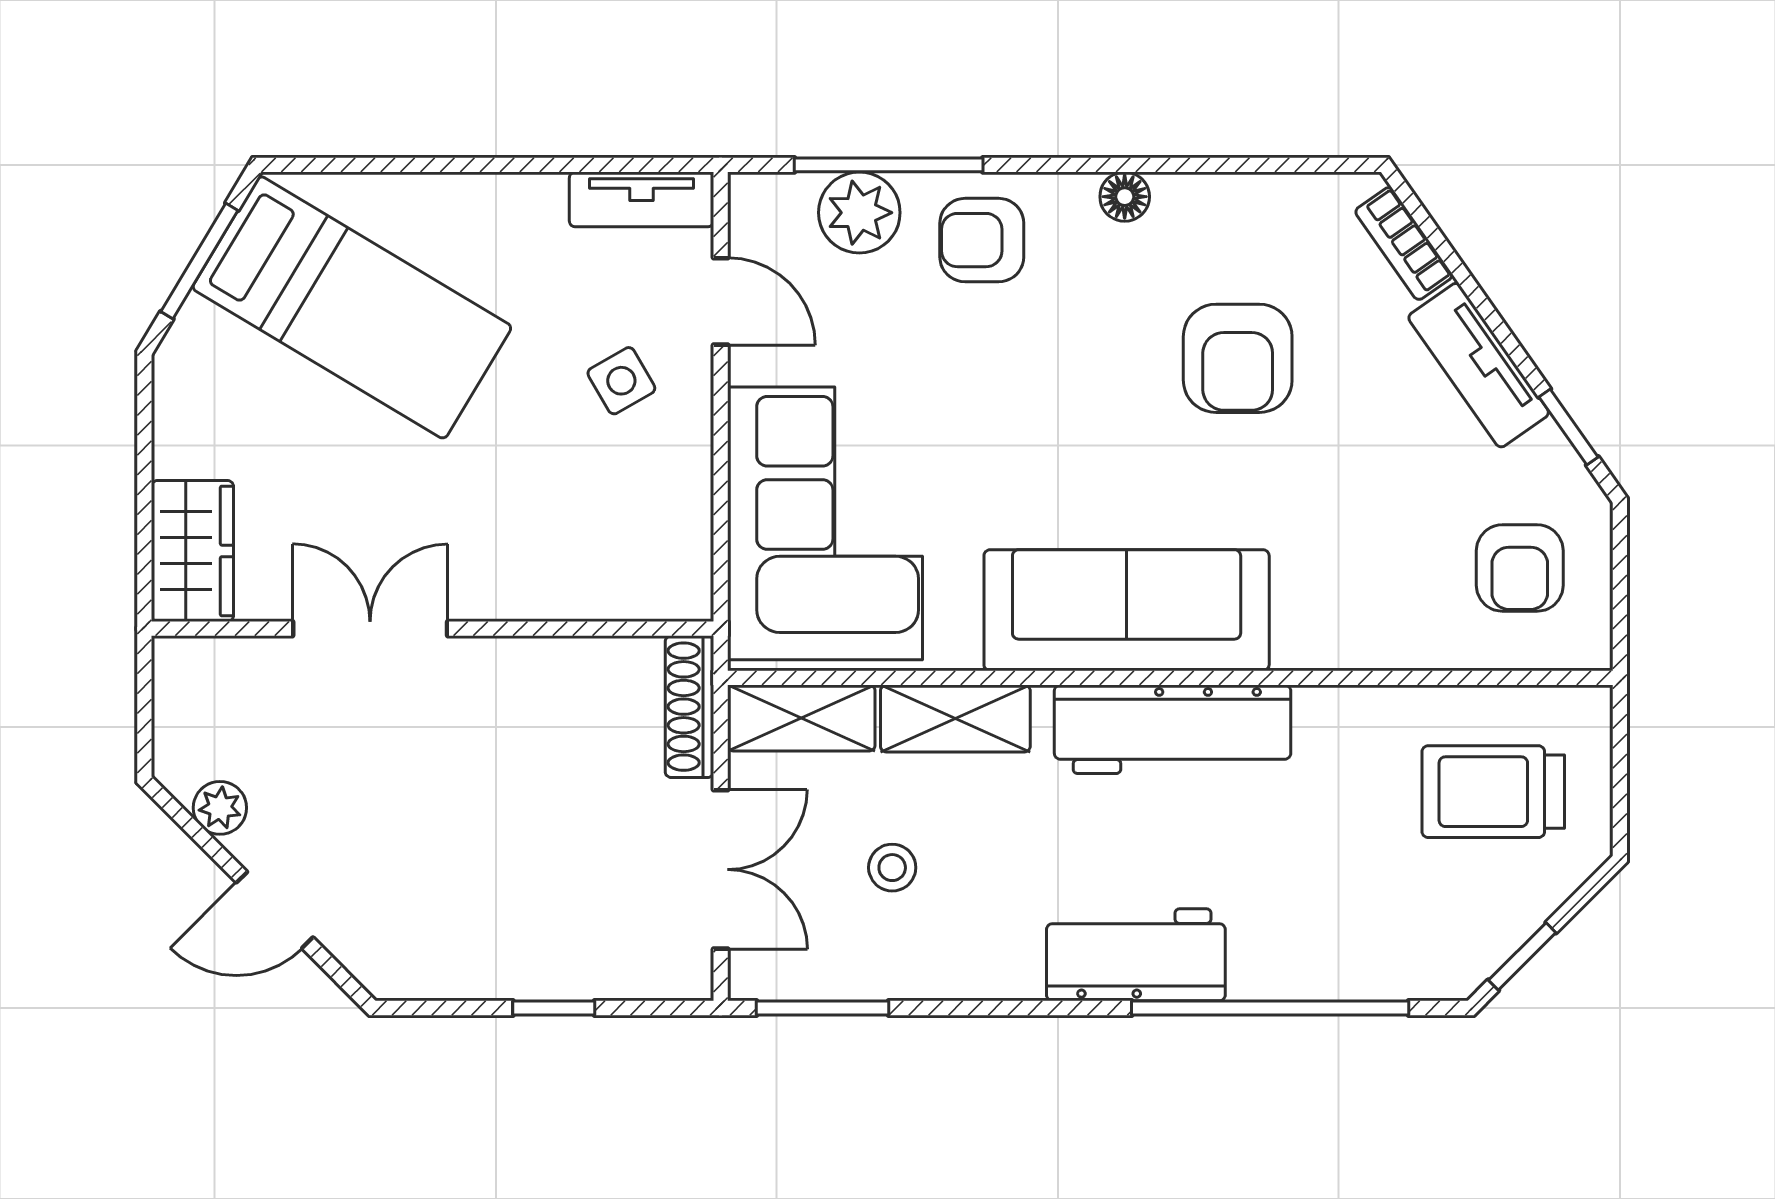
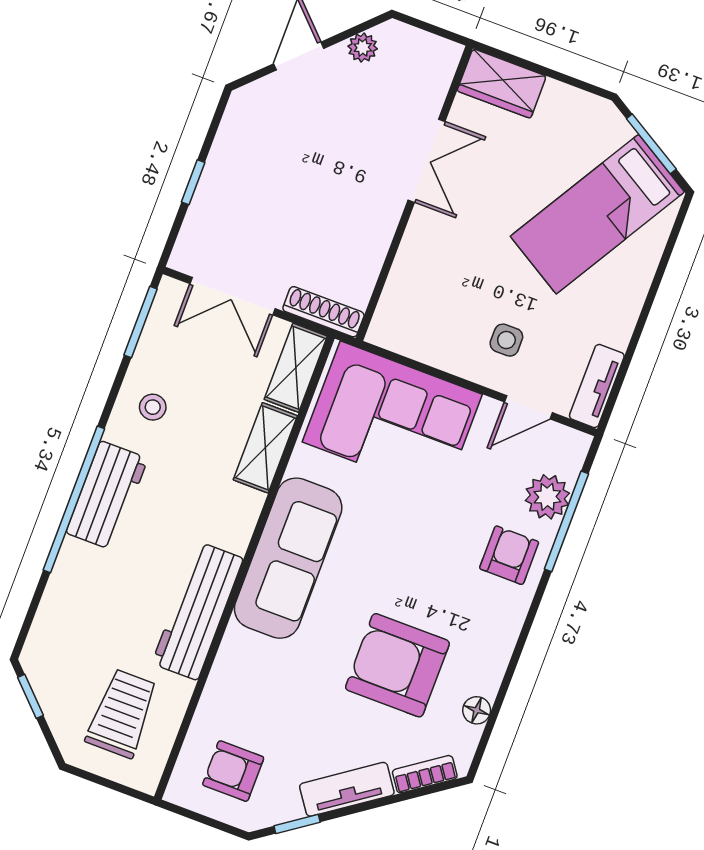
floor lamp: (1125, 197) -> (477, 710), moved
armchair: (1238, 358) -> (397, 665), width x1.36, depth x1.36
side table: (621, 381) -> (506, 340), turned 30
workbench: (1173, 729) -> (198, 611), moved
stool: (892, 868) -> (153, 407), moved
window: (1270, 1008) -> (74, 499), moved

